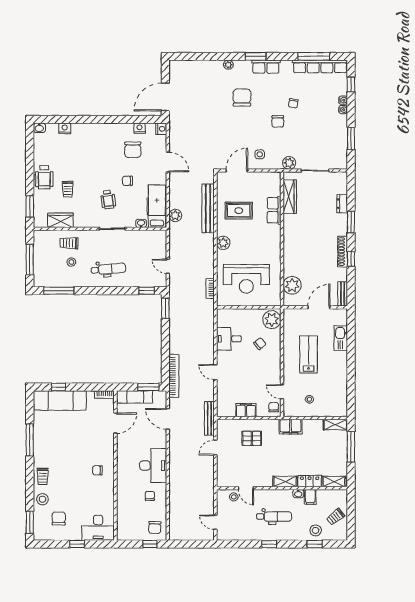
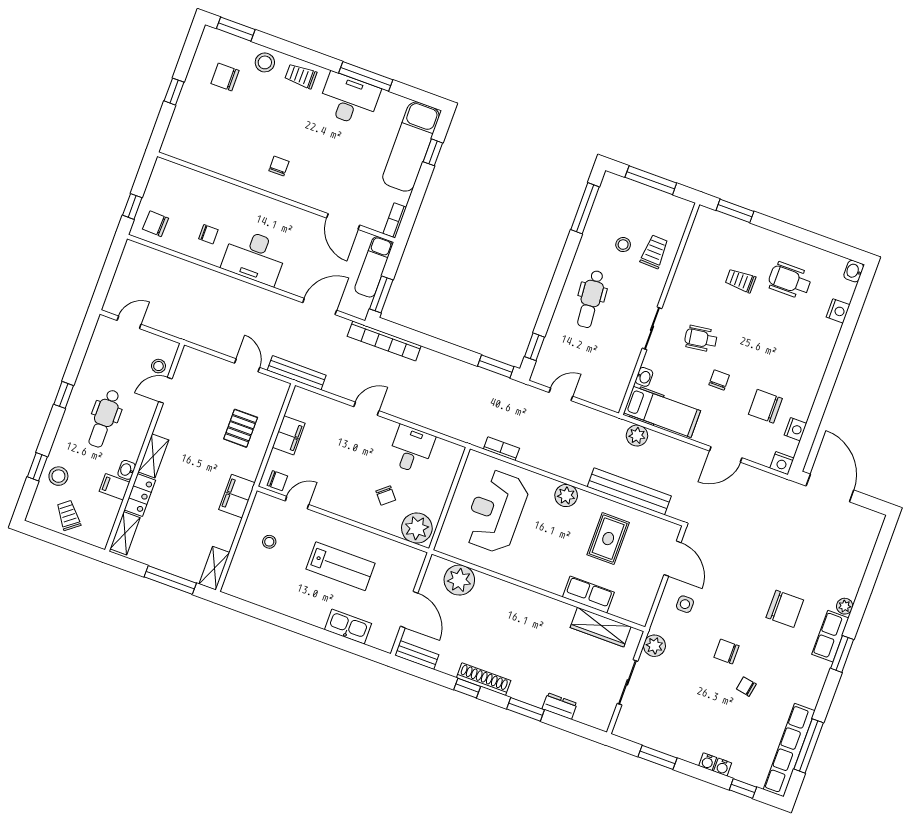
row of seats: (266, 67) -> (830, 636), moved
wheelchair: (44, 177) -> (790, 280), moved
wardrobe: (60, 220) -> (695, 251), removed
chair: (59, 519) -> (225, 77), turned 180
desk: (98, 528) -> (349, 99), moved, turned 90

